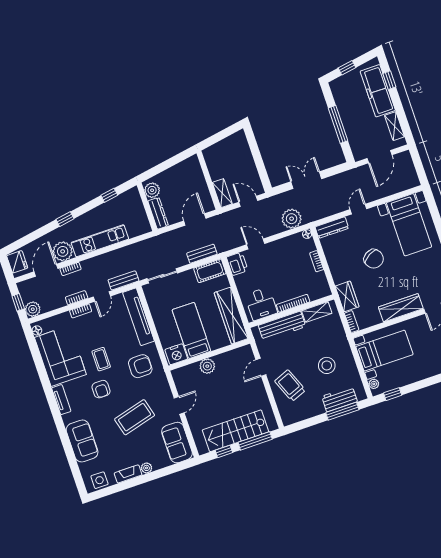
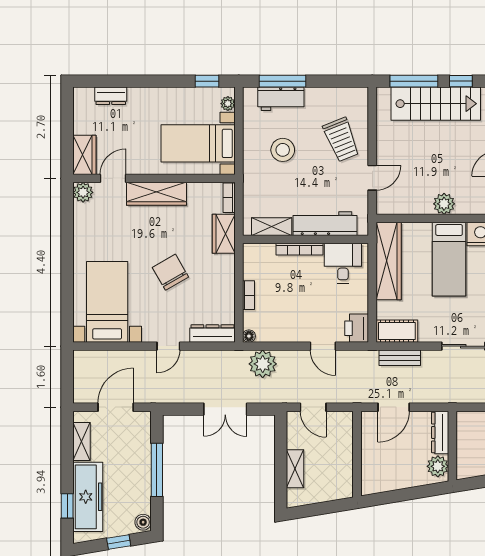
boiler: (335, 86) -> (143, 522), added
shelving: (222, 193) -> (295, 469), moved

